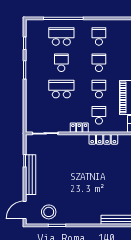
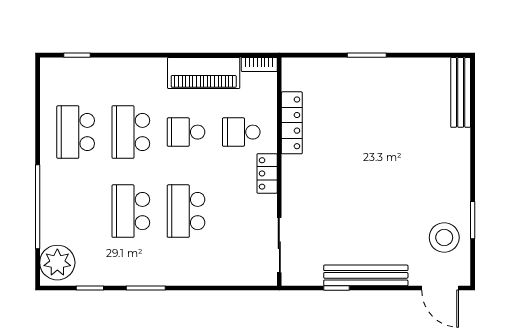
plant: (37, 28) -> (57, 263), added
school desk: (61, 36) -> (76, 211), removed
school desk: (99, 36) -> (76, 132), width x1.85
school desk: (61, 63) -> (131, 211), width x1.85
school desk: (99, 63) -> (131, 132), width x1.85

